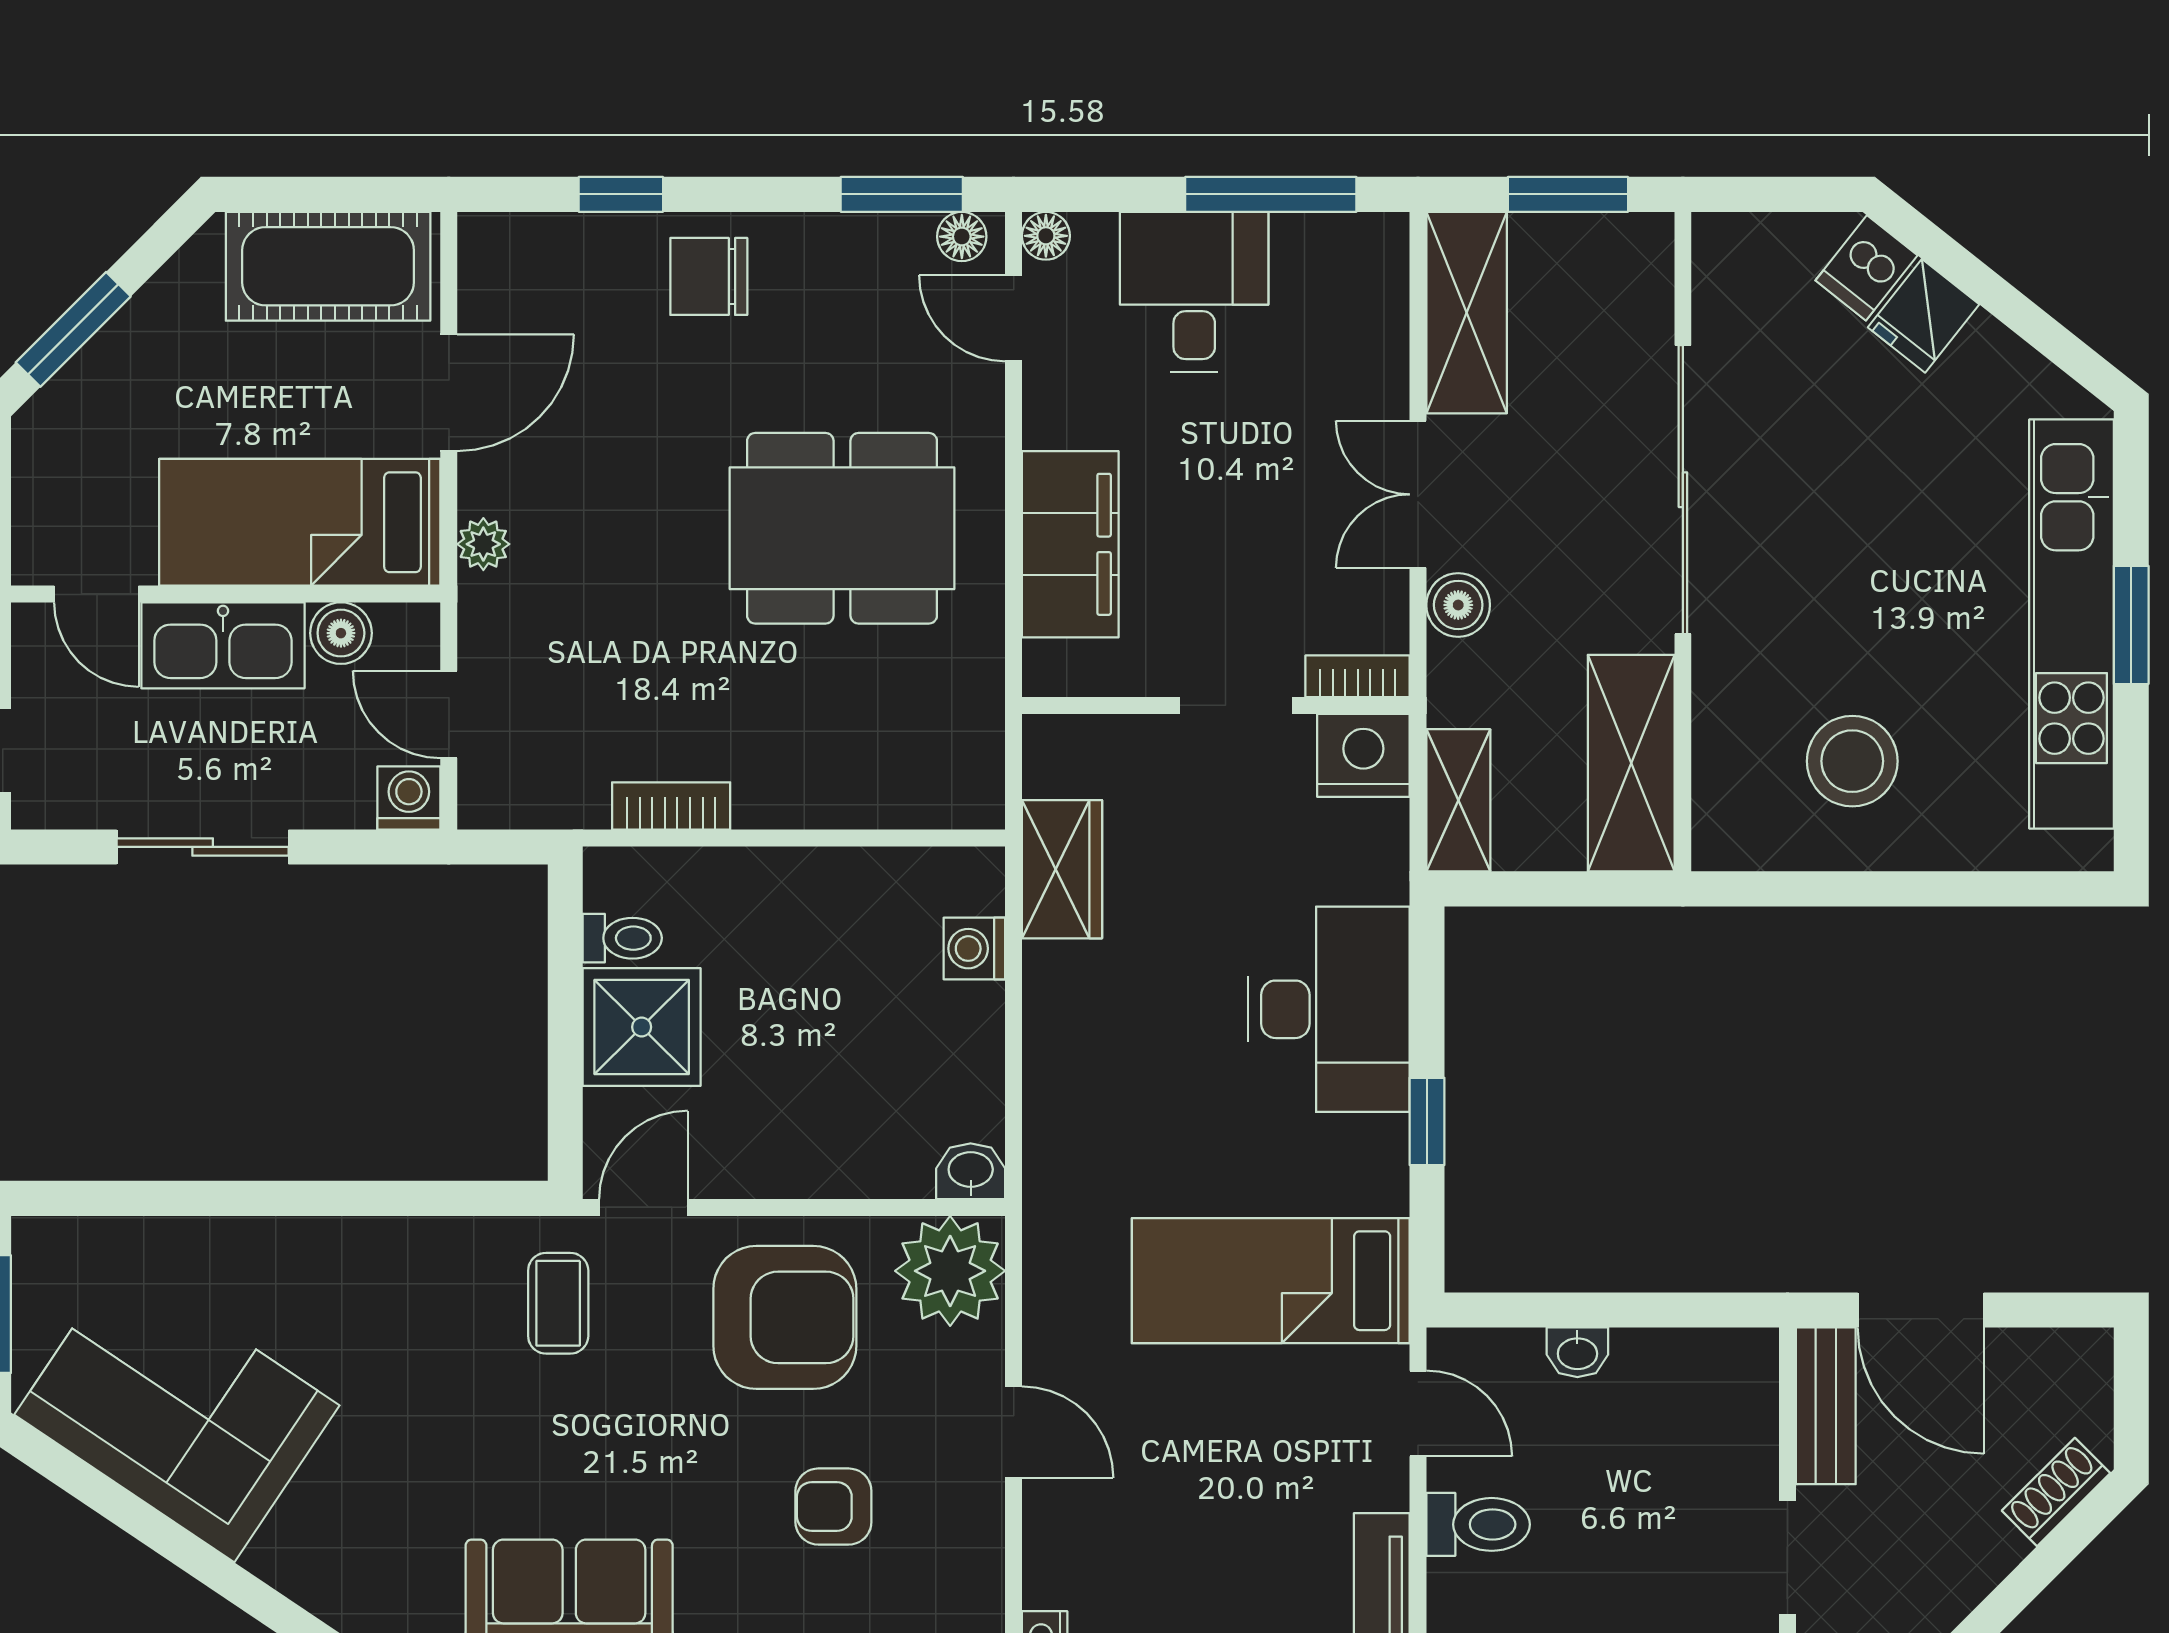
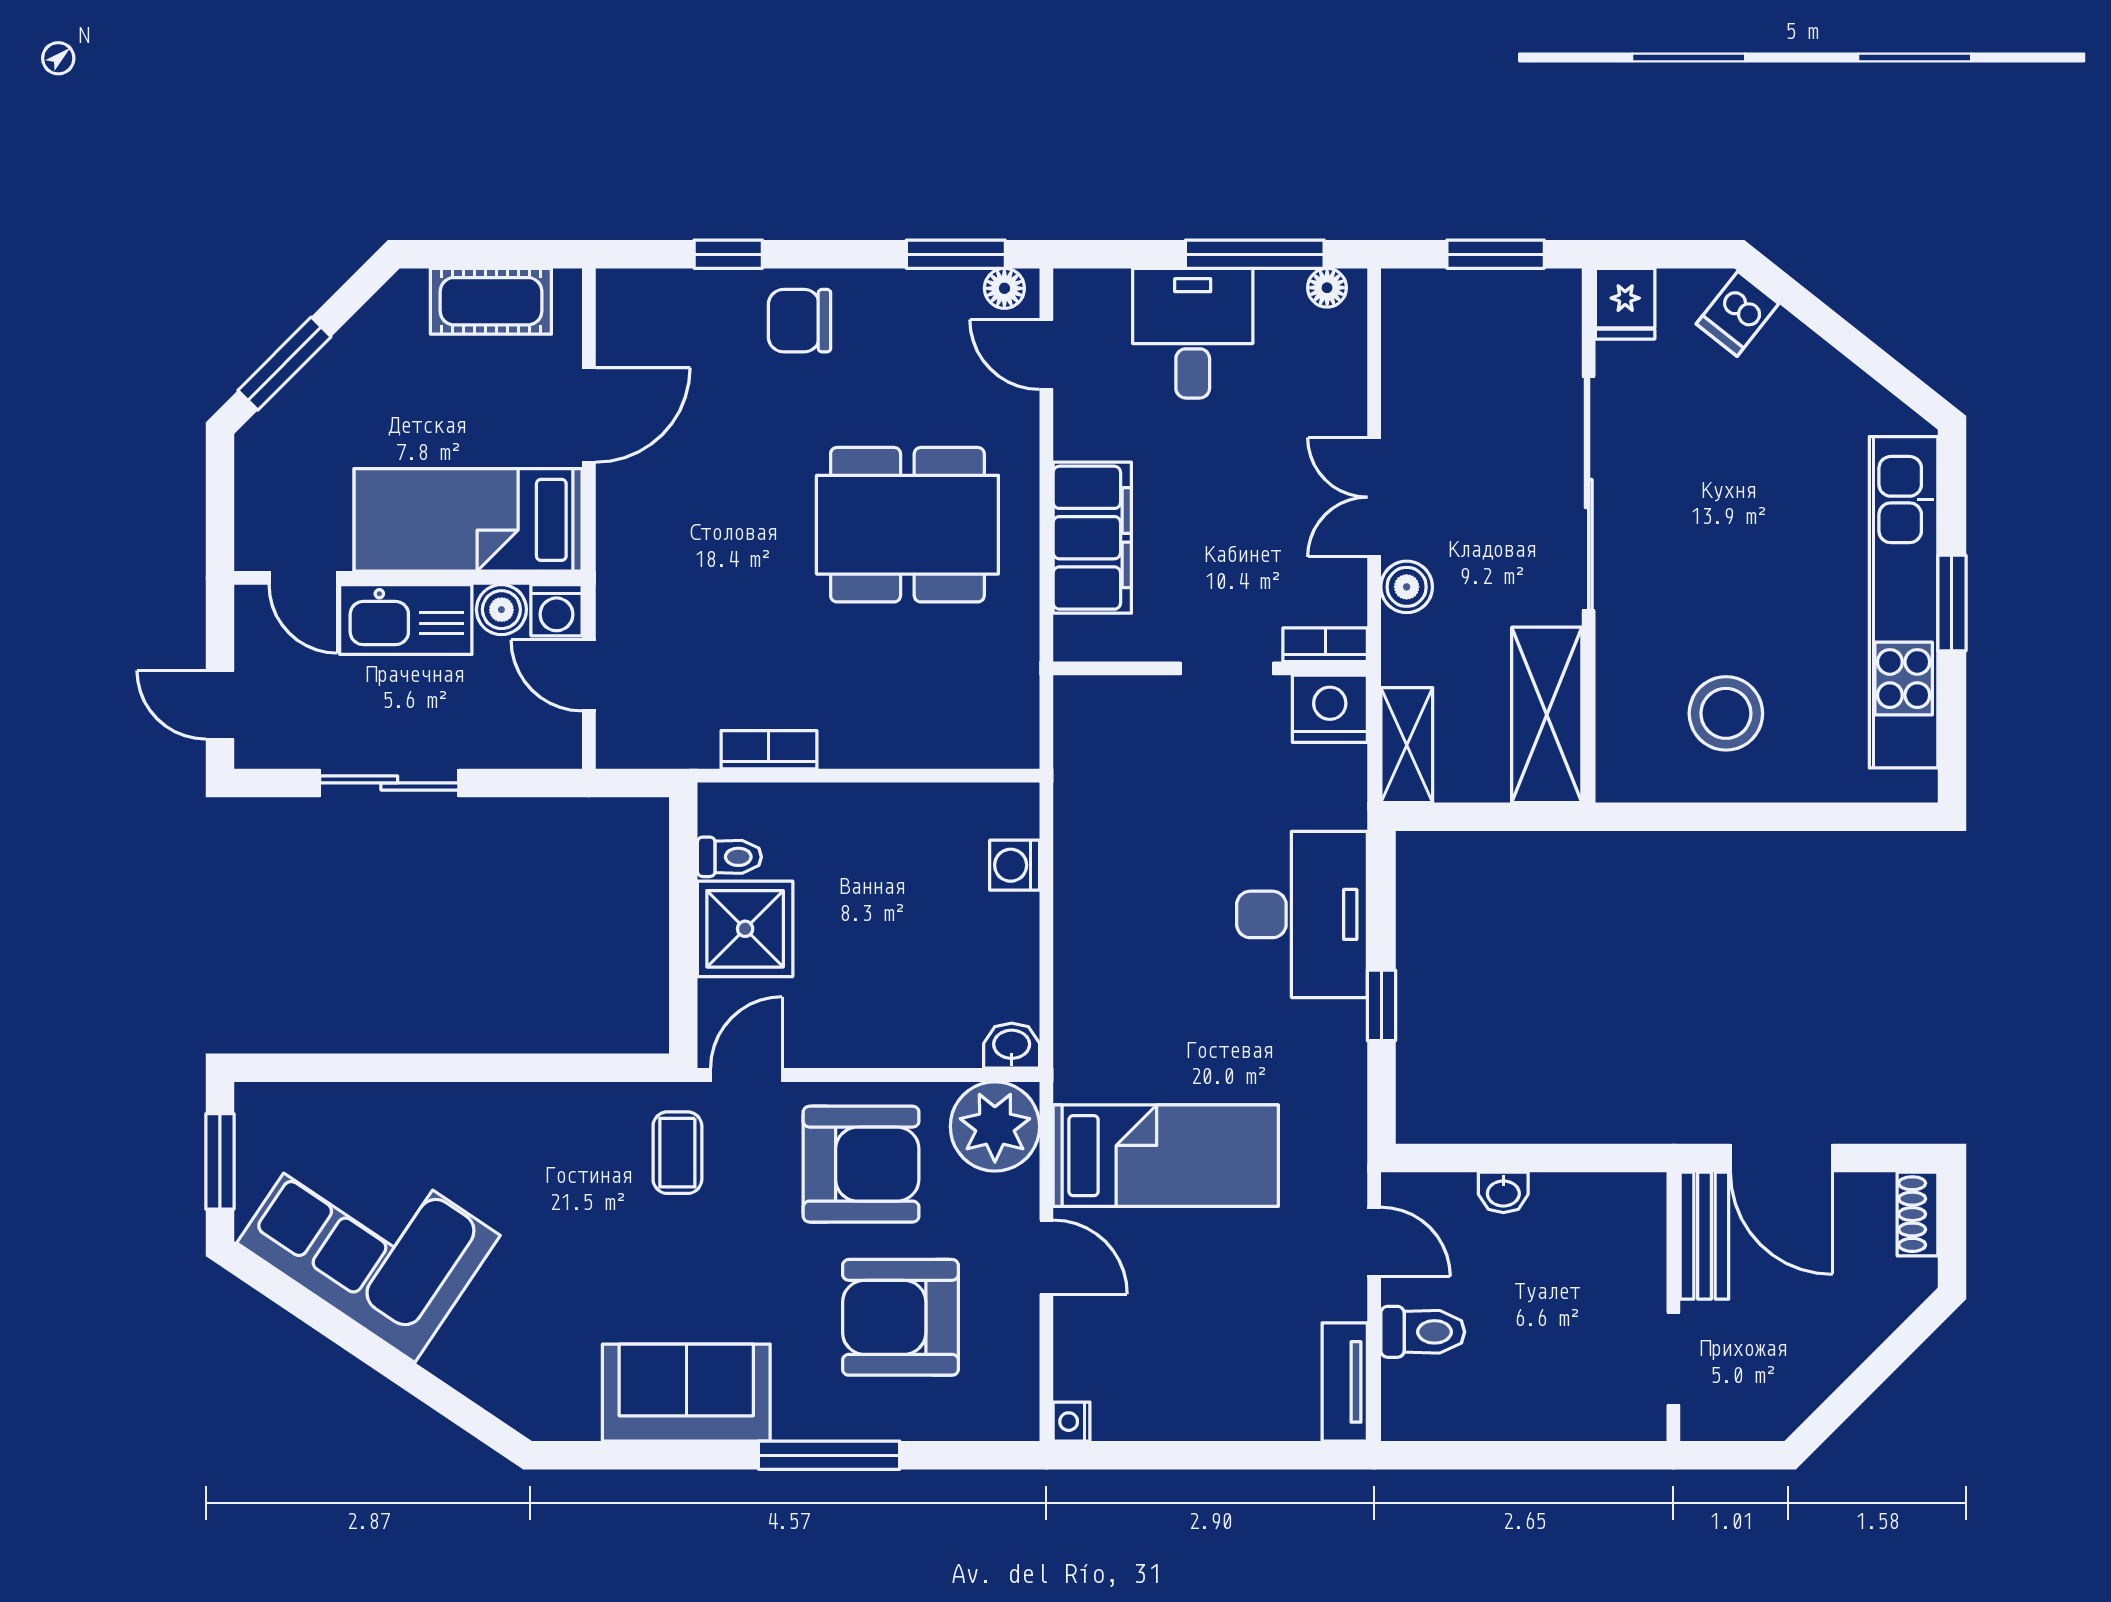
floor lamp: (1046, 236) -> (1327, 288), moved
cot: (328, 266) -> (491, 301), width x0.73, depth x0.75
shelving: (1467, 313) -> (1413, 350), removed
fridge: (1924, 316) -> (1625, 304), moved, turned -38
plant: (483, 544) -> (617, 537), removed
washing machine: (409, 798) -> (556, 610), moved, turned 180
wardrobe: (1062, 869) -> (1086, 801), removed
bed: (1271, 1281) -> (1166, 1156), moved, turned 180
shoe rack: (2056, 1492) -> (1917, 1214), moved, turned -45
armchair: (833, 1507) -> (900, 1317), width x1.88, depth x1.88

